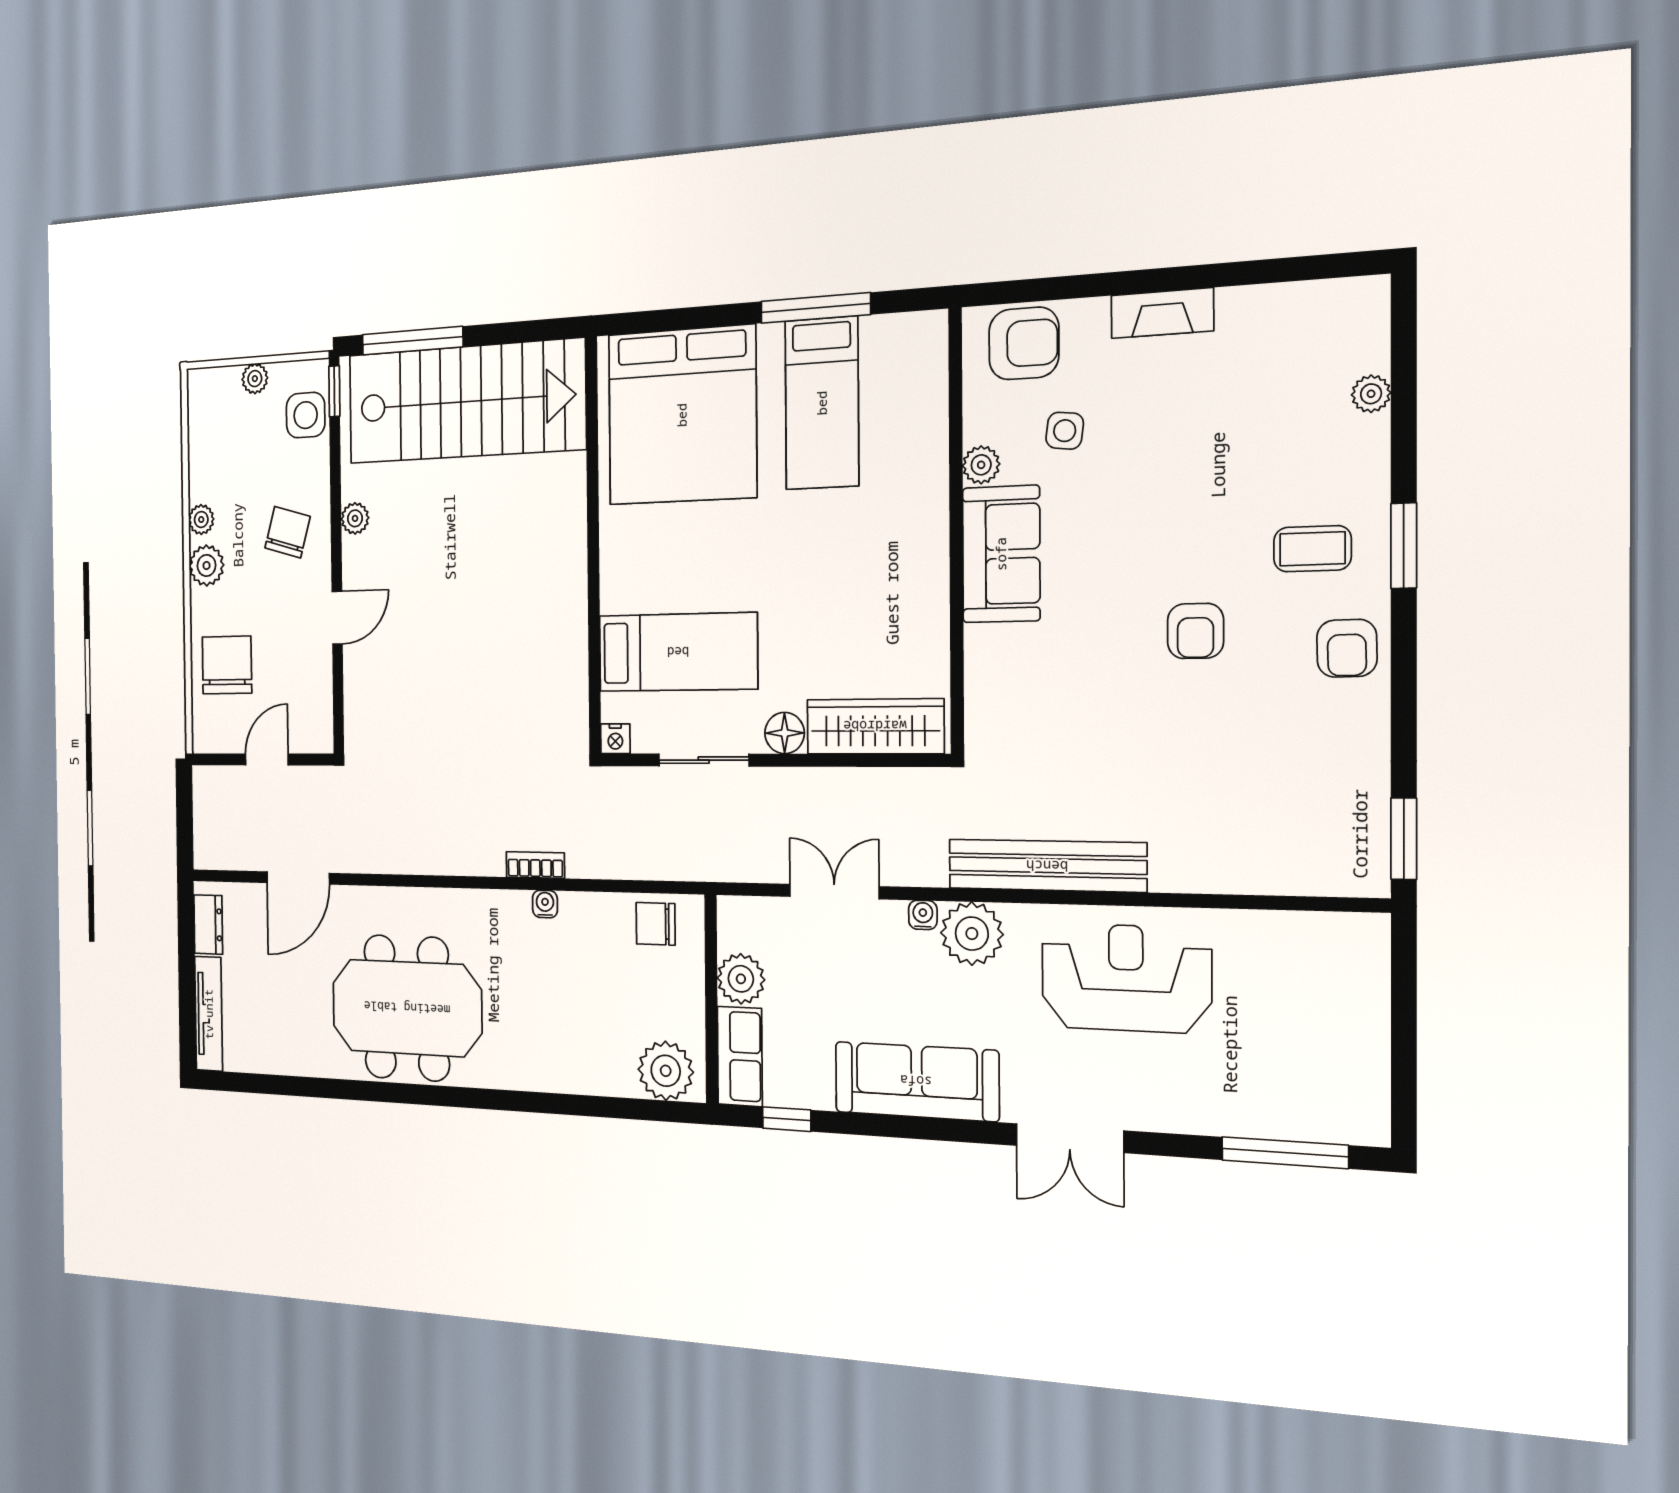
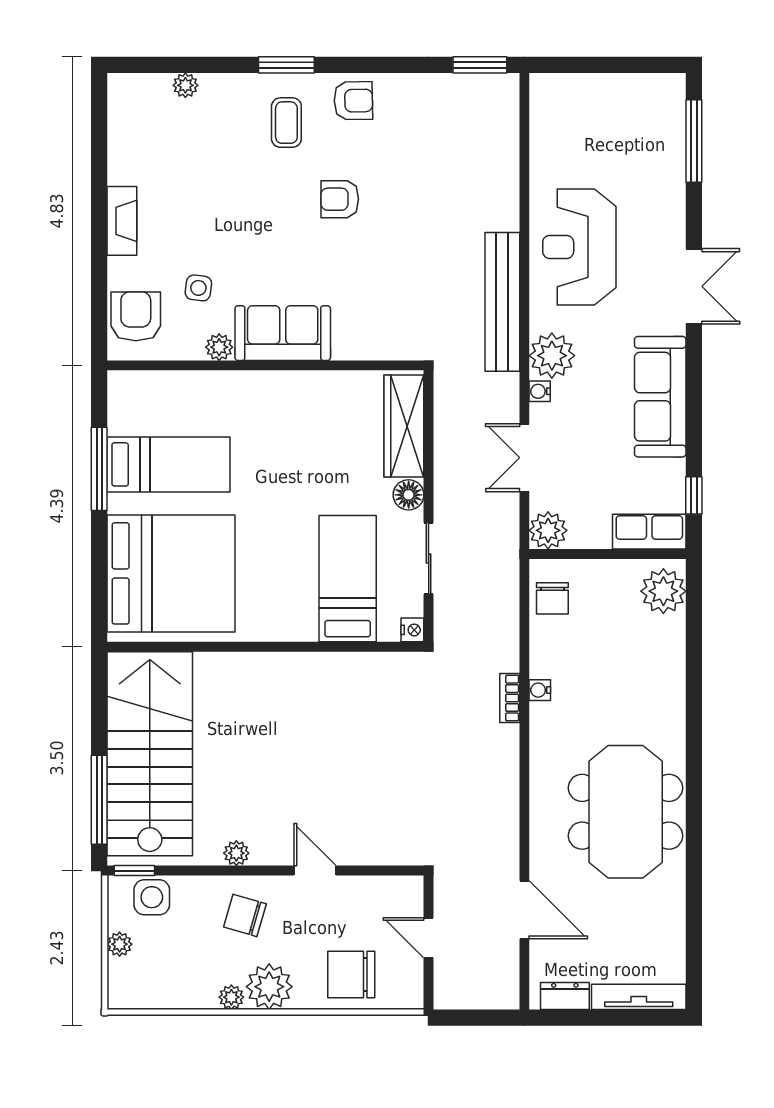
plant: (207, 565) -> (269, 987), width x1.36, depth x1.36
armchair: (1195, 631) -> (340, 199), turned 180
plant: (741, 979) -> (548, 530), moved

